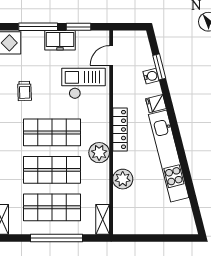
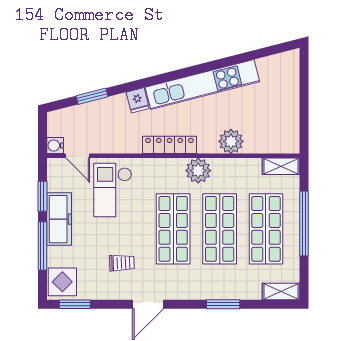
freezer: (60, 40) -> (59, 219), width x1.40
water cooler: (151, 76) -> (55, 146), moved, turned -76

